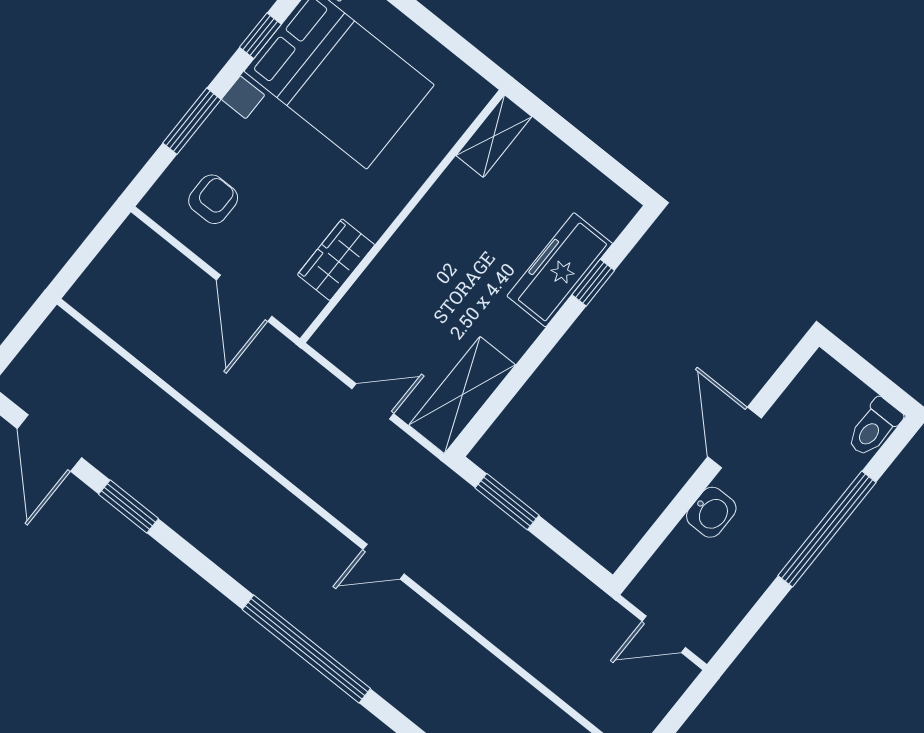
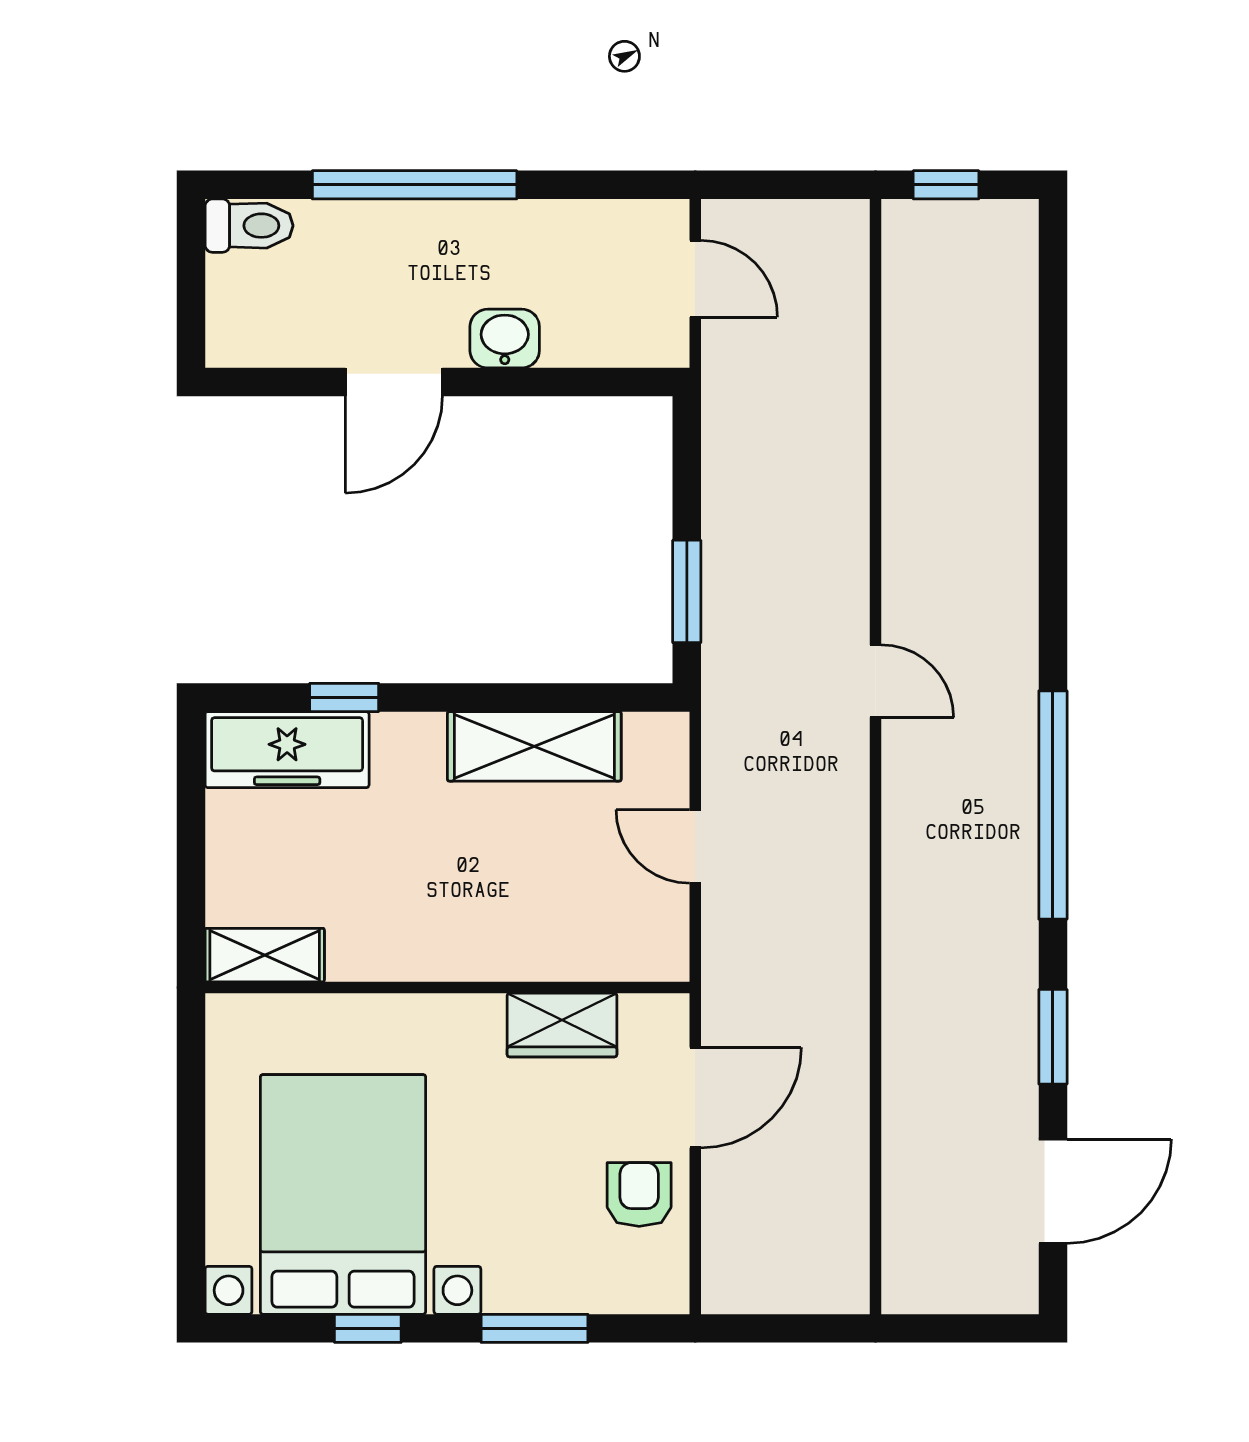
armchair: (213, 199) -> (639, 1195), moved, turned 90
freezer: (560, 270) -> (287, 750), moved
shelving: (462, 395) -> (534, 746), moved
window: (306, 649) -> (1053, 805), moved

